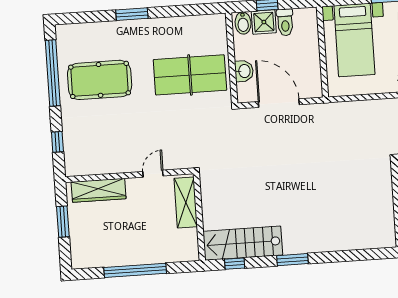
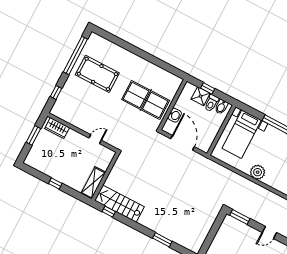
window: (132, 14) -> (135, 50), removed
bidet: (243, 23) -> (221, 107), moved
wardrobe: (99, 190) -> (57, 128), width x0.67
shelving: (186, 202) -> (93, 183), moved
window: (292, 260) -> (162, 240), moved
window: (135, 270) -> (55, 184), width x0.32

